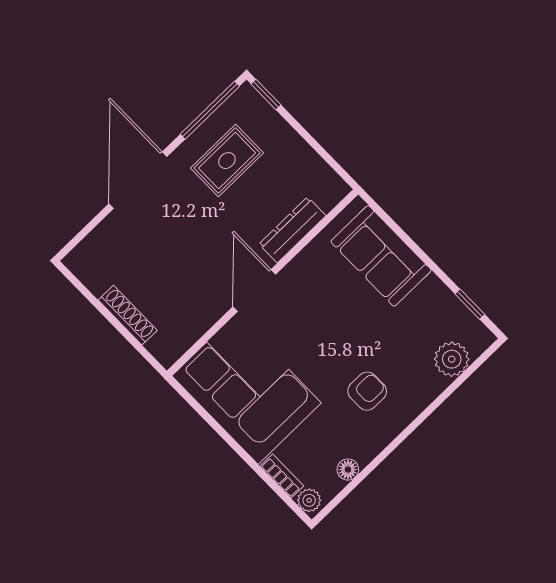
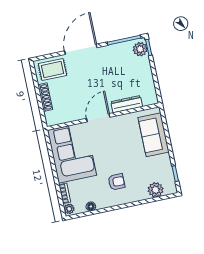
plant: (252, 108) -> (140, 49), added
rug: (227, 161) -> (53, 69), moved

